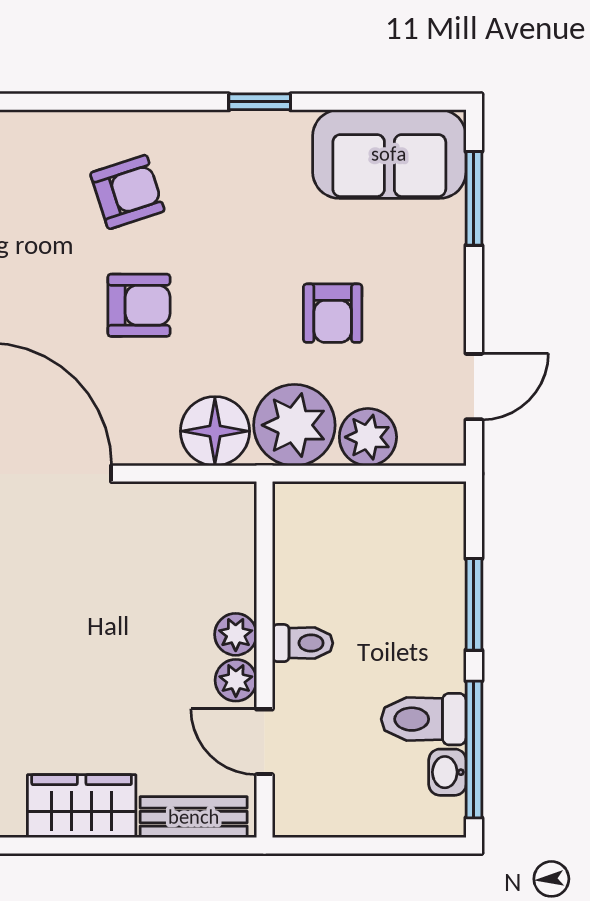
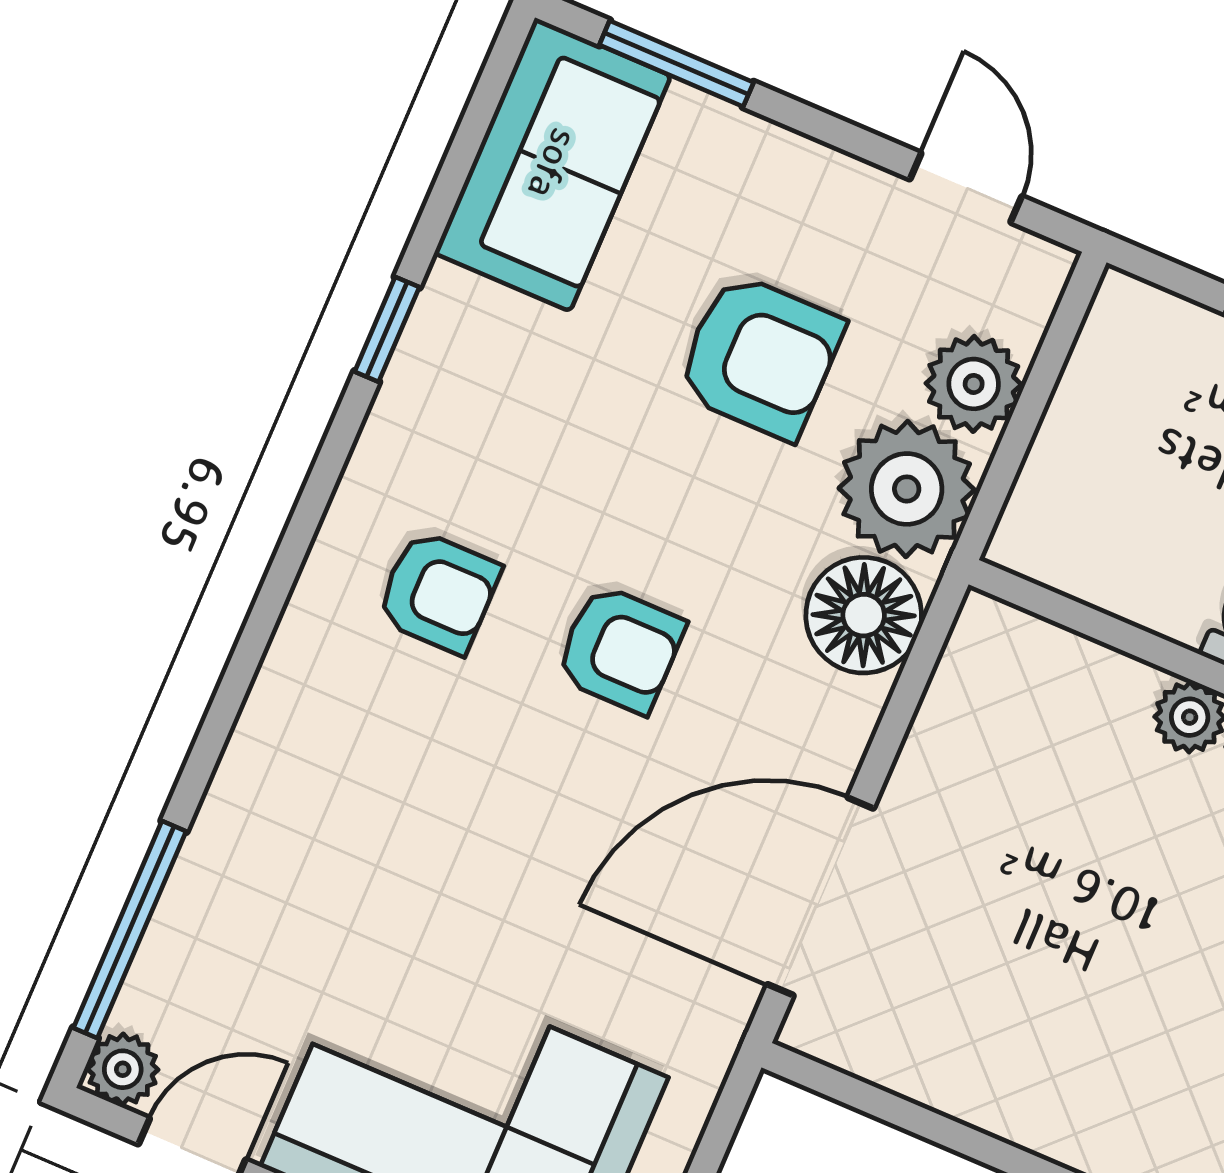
armchair: (127, 192) -> (438, 592), turned 108
armchair: (139, 305) -> (620, 649), turned 90
armchair: (333, 313) -> (760, 356), width x1.38, depth x1.38

